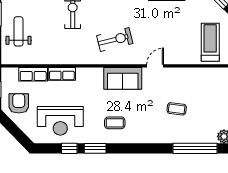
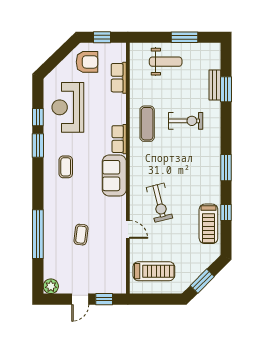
exercise bike: (115, 40) -> (159, 203), moved
exercise mat: (75, 48) -> (147, 124), added
door: (155, 66) -> (128, 229), moved
row of seats: (62, 74) -> (119, 139), moved
window: (195, 148) -> (38, 234), moved

